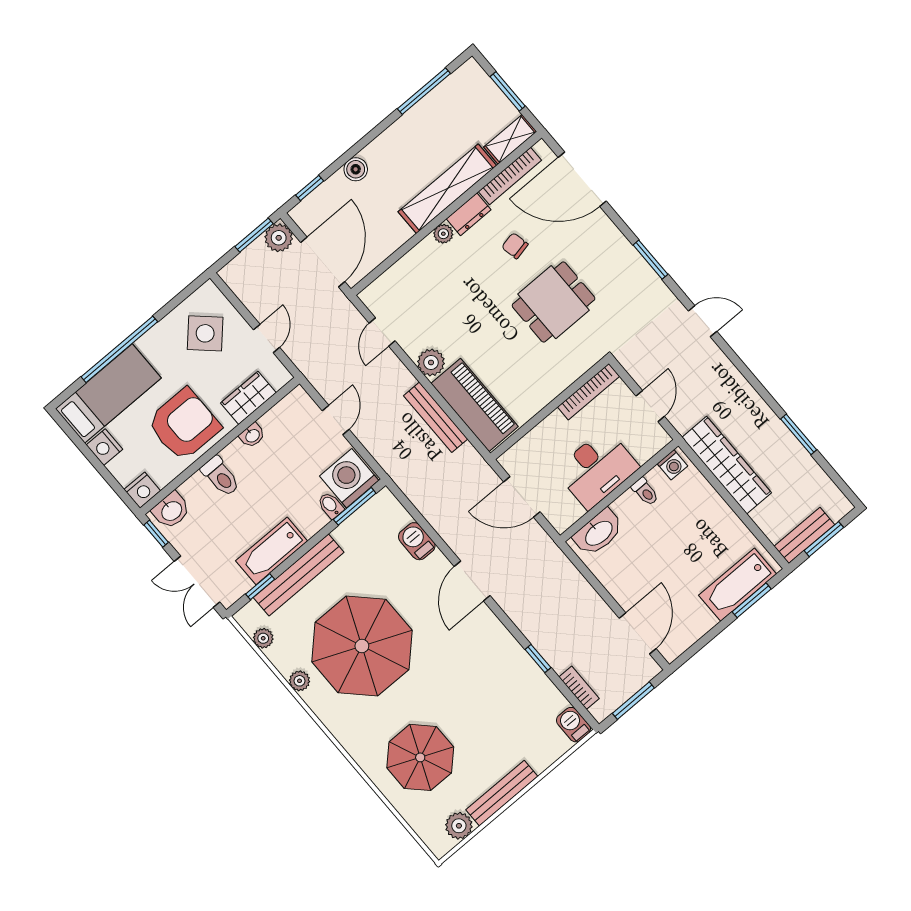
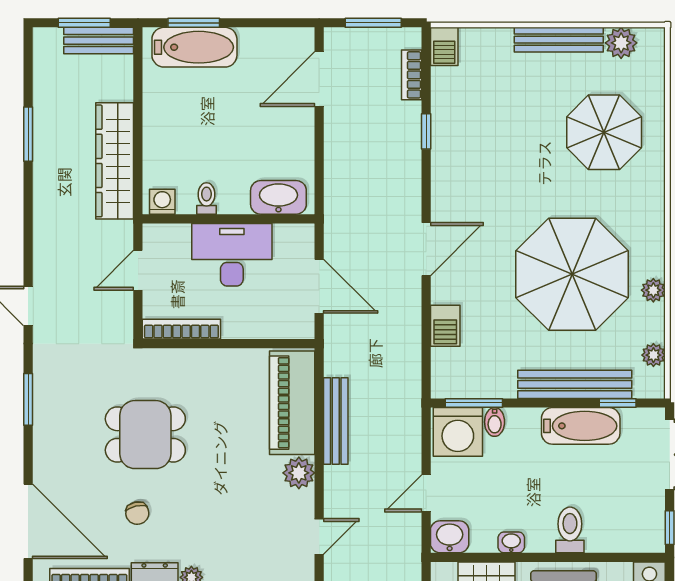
washbasin: (171, 510) -> (450, 537), moved

